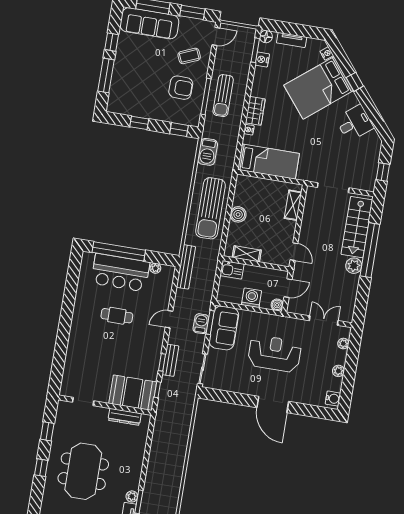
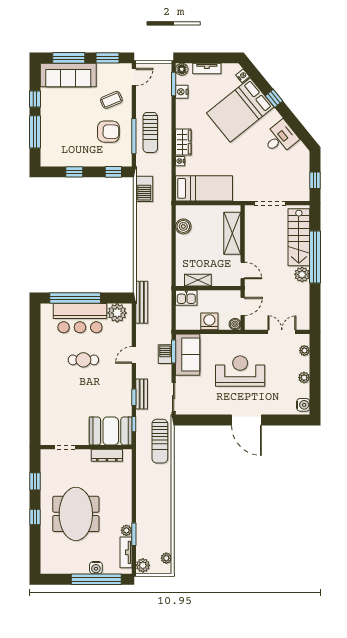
shelving: (293, 205) -> (232, 233), width x1.50, depth x1.33
sun lounger: (210, 208) -> (160, 441), moved, width x0.73, depth x0.75
boiler: (238, 214) -> (183, 226), moved
plant: (155, 268) -> (117, 313), width x1.88, depth x1.88

